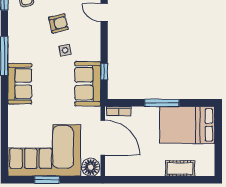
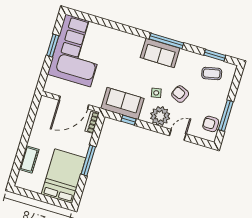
armchair: (58, 23) -> (180, 94), turned 128
plant: (89, 38) -> (160, 116), added
sofa: (20, 84) -> (160, 53), moved
floor lamp: (91, 167) -> (52, 85), removed

